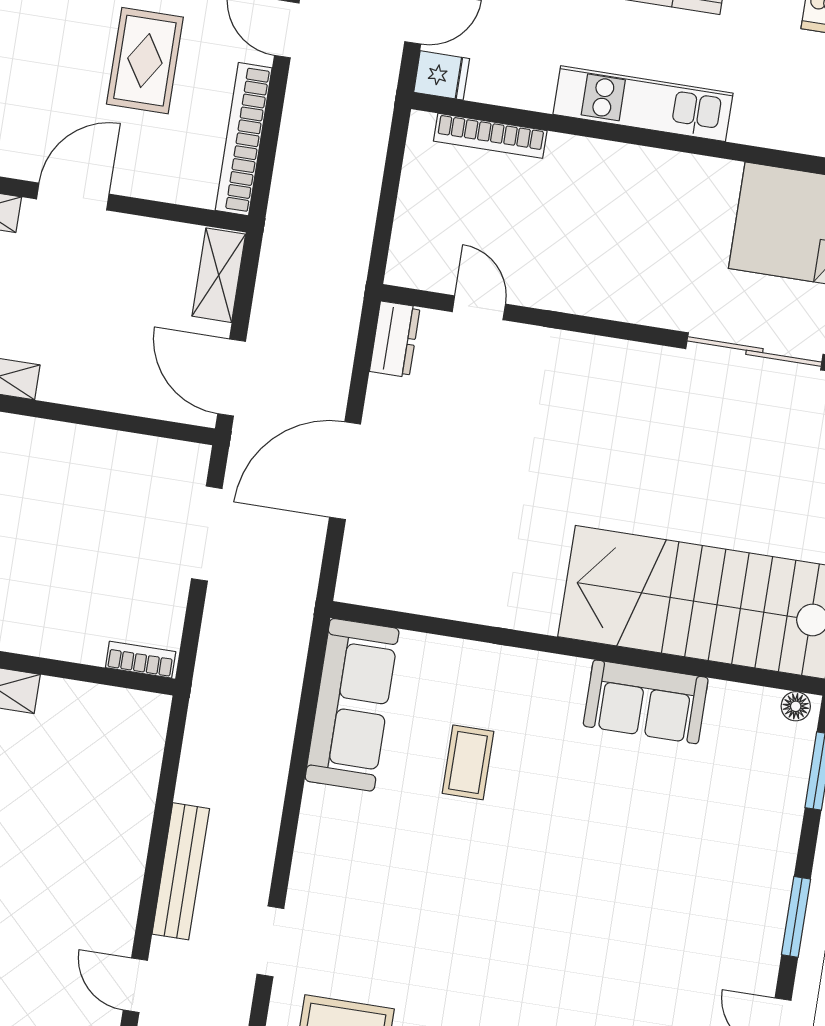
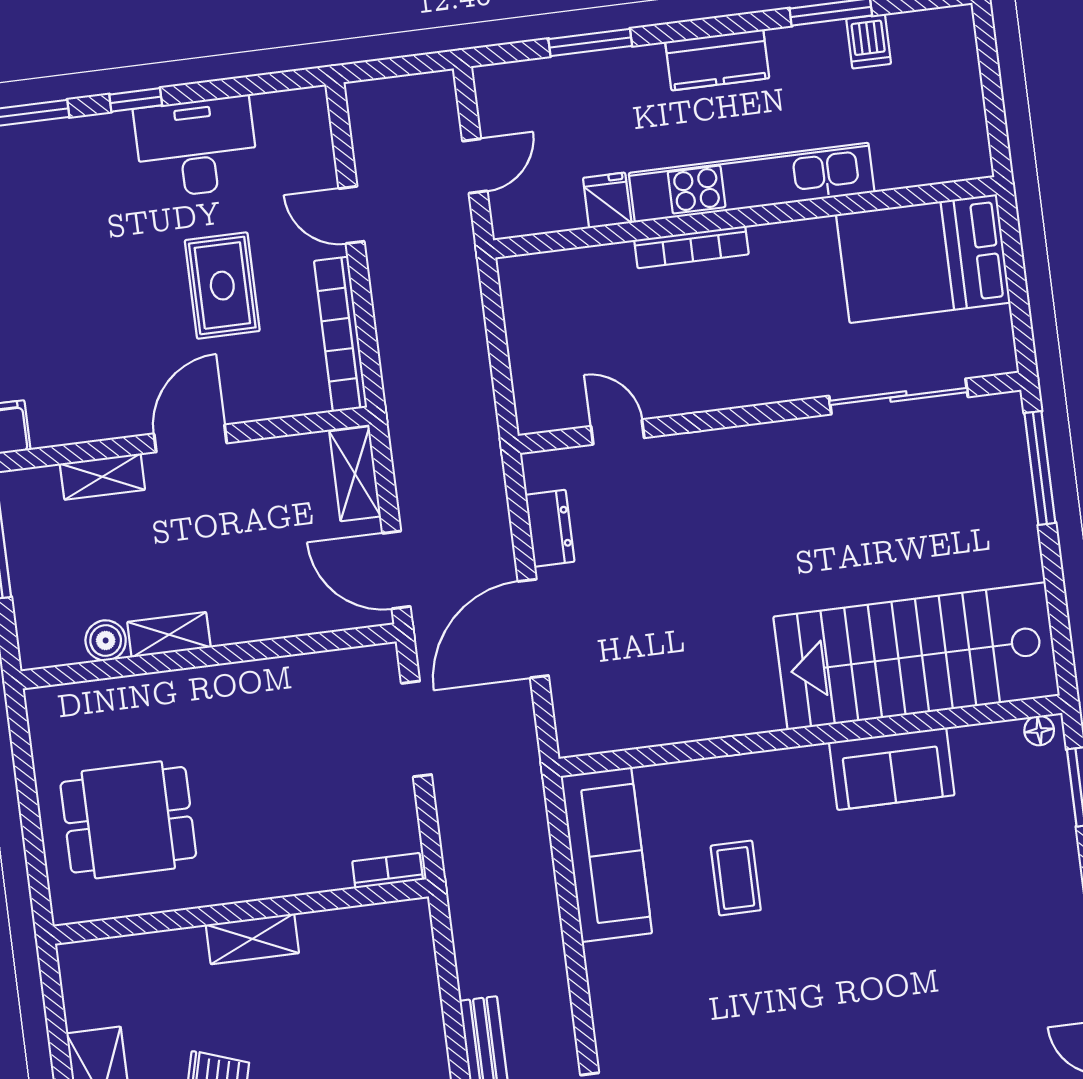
fridge: (442, 75) -> (607, 200), moved, turned -90
kitchen unit: (643, 104) -> (752, 183), width x1.36
bookcase: (490, 136) -> (691, 247), moved
dresser: (395, 339) -> (550, 528), moved

